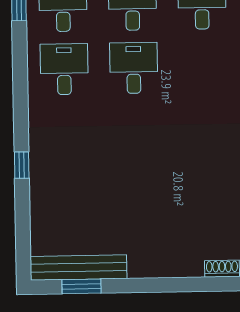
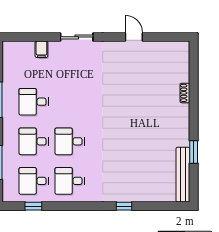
window: (81, 286) -> (194, 152), moved

